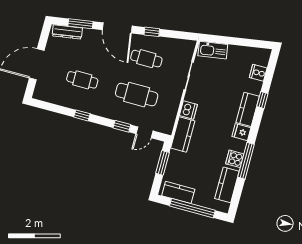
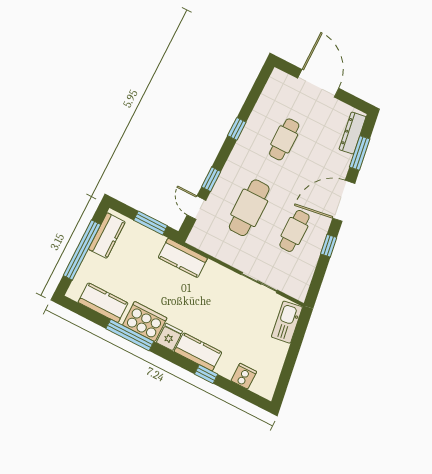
dishwasher: (188, 110) -> (214, 272), removed
cooker: (235, 159) -> (145, 322), width x1.87, depth x1.31

